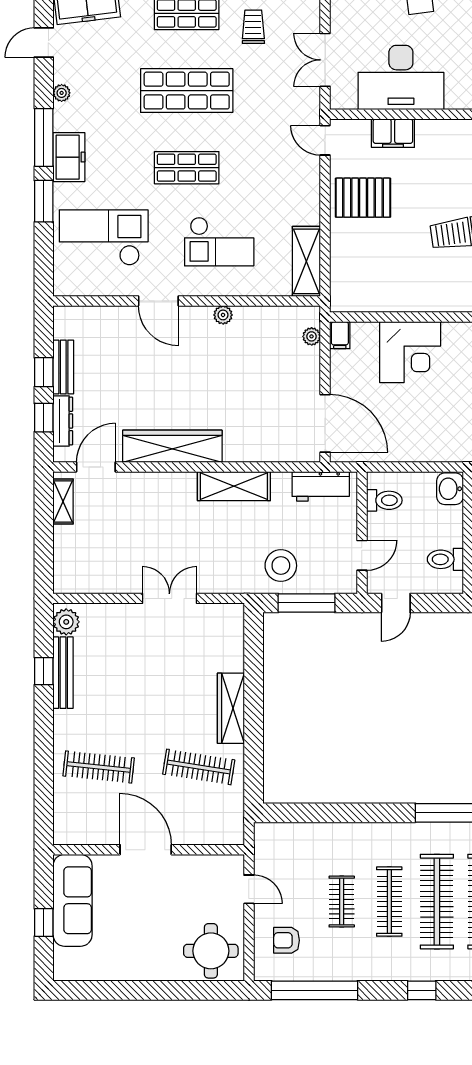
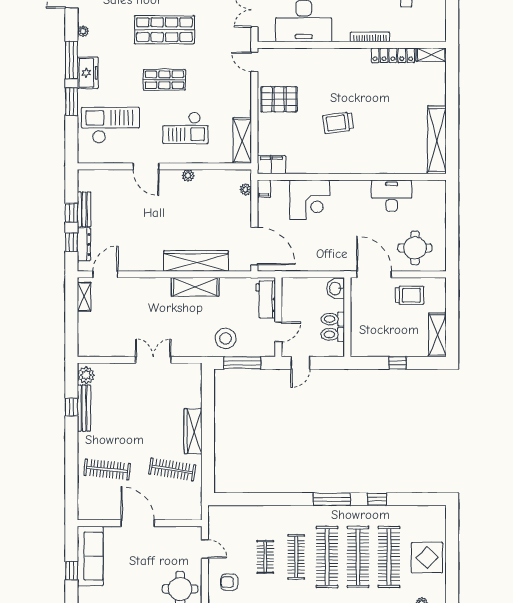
filing cabinet: (393, 133) -> (271, 165), moved, turned 180
wardrobe: (172, 446) -> (196, 261), moved
workbench: (321, 486) -> (266, 299), moved, turned 90
toilet: (384, 500) -> (333, 319), moved, turned 180

